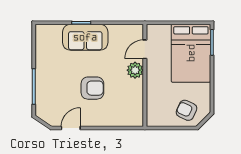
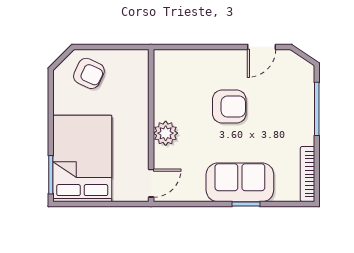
bookcase: (40, 43) -> (308, 174), added
door: (145, 49) -> (151, 183), moved
armchair: (92, 88) -> (229, 107), turned 180

